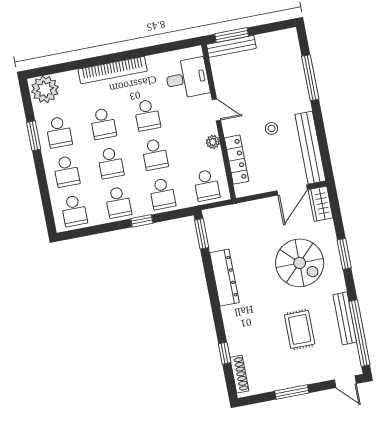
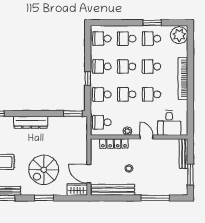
window: (232, 35) -> (190, 175), moved
door: (216, 110) -> (146, 137), swing flipped
dresser: (224, 278) -> (31, 122), moved

